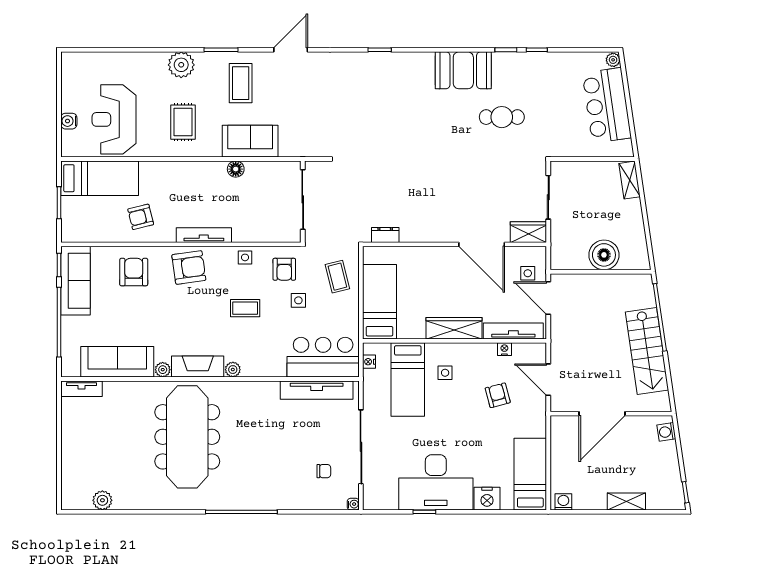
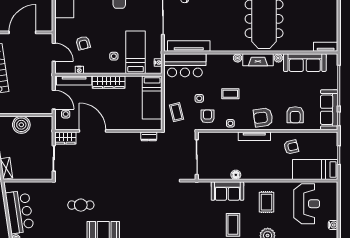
water cooler: (69, 121) -> (333, 225), moved

